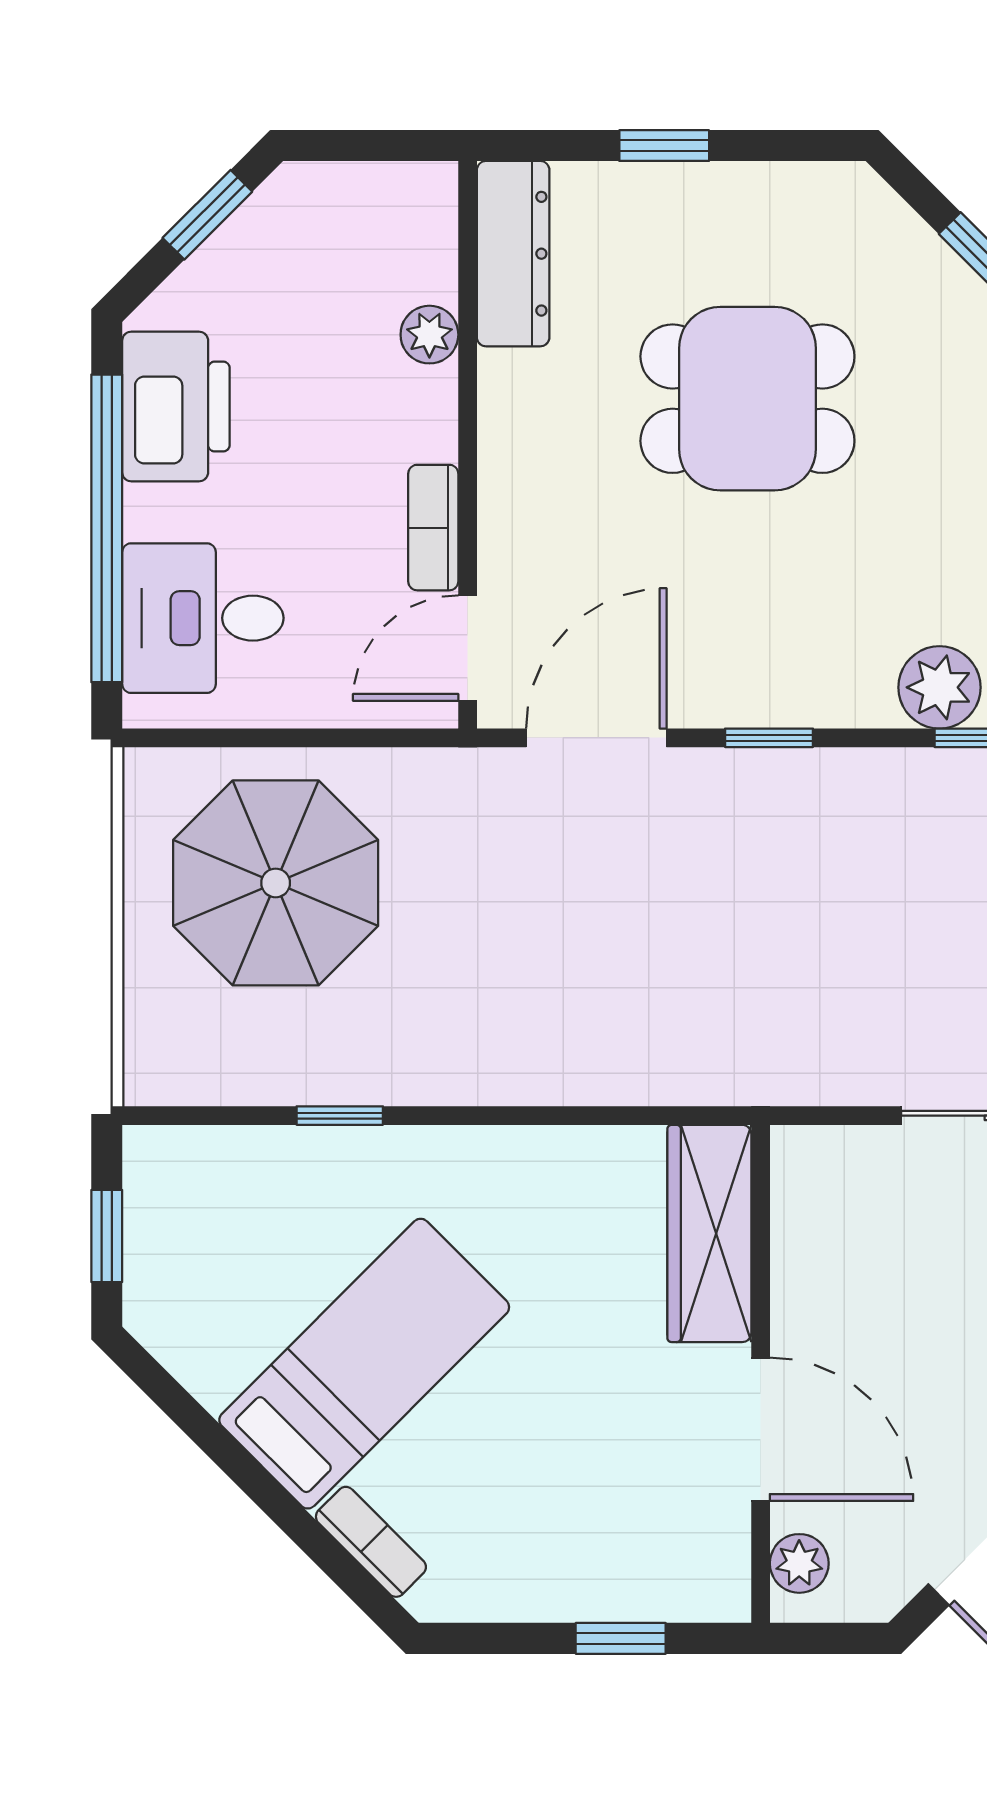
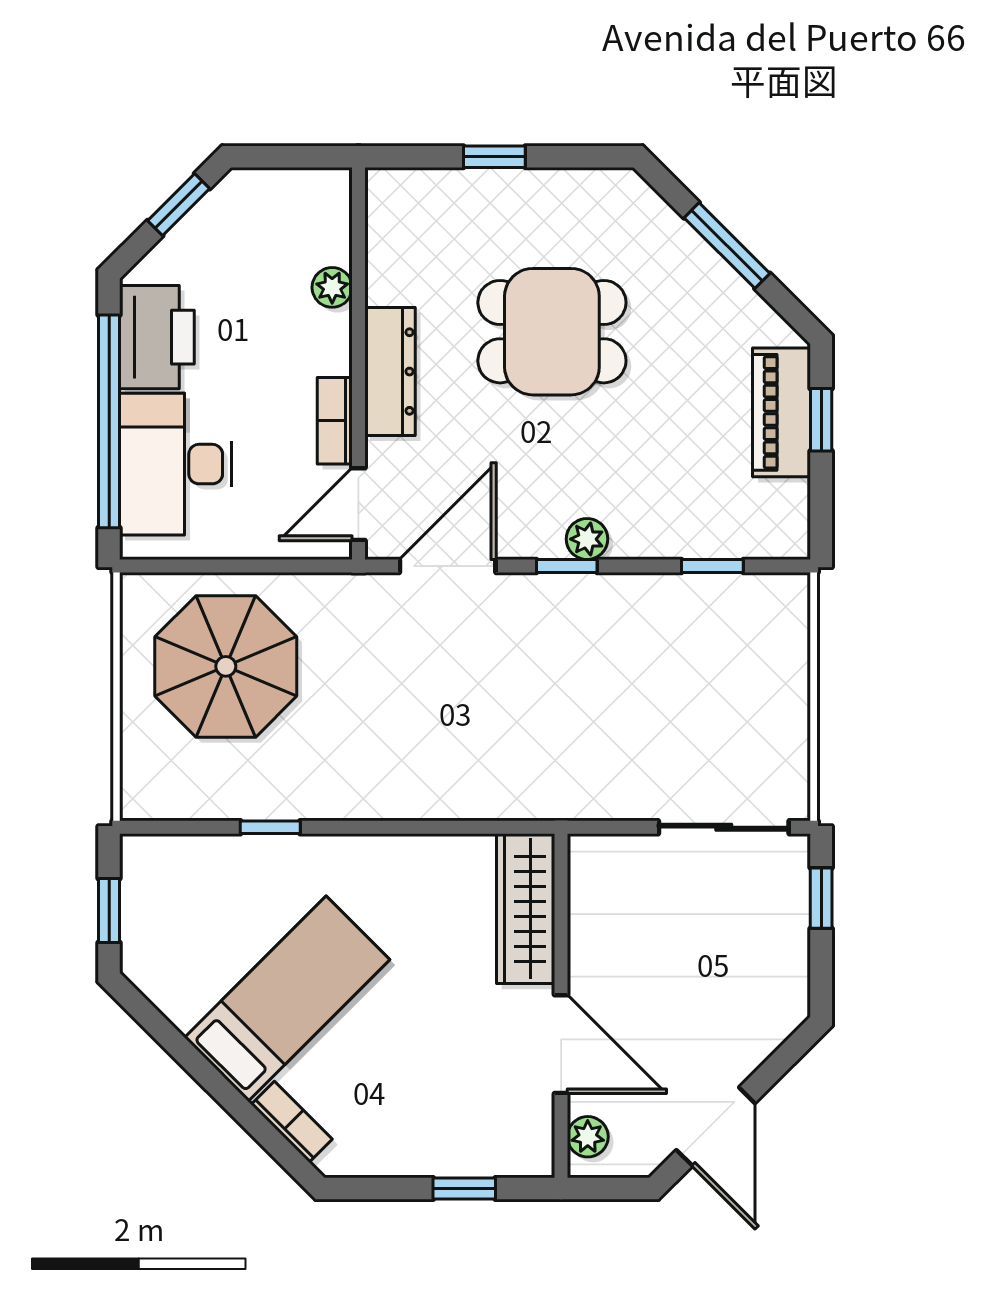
dresser: (513, 254) -> (390, 372), moved
desk: (203, 618) -> (176, 464), width x1.37
plant: (939, 687) -> (587, 539), moved, width x0.73, depth x0.73

